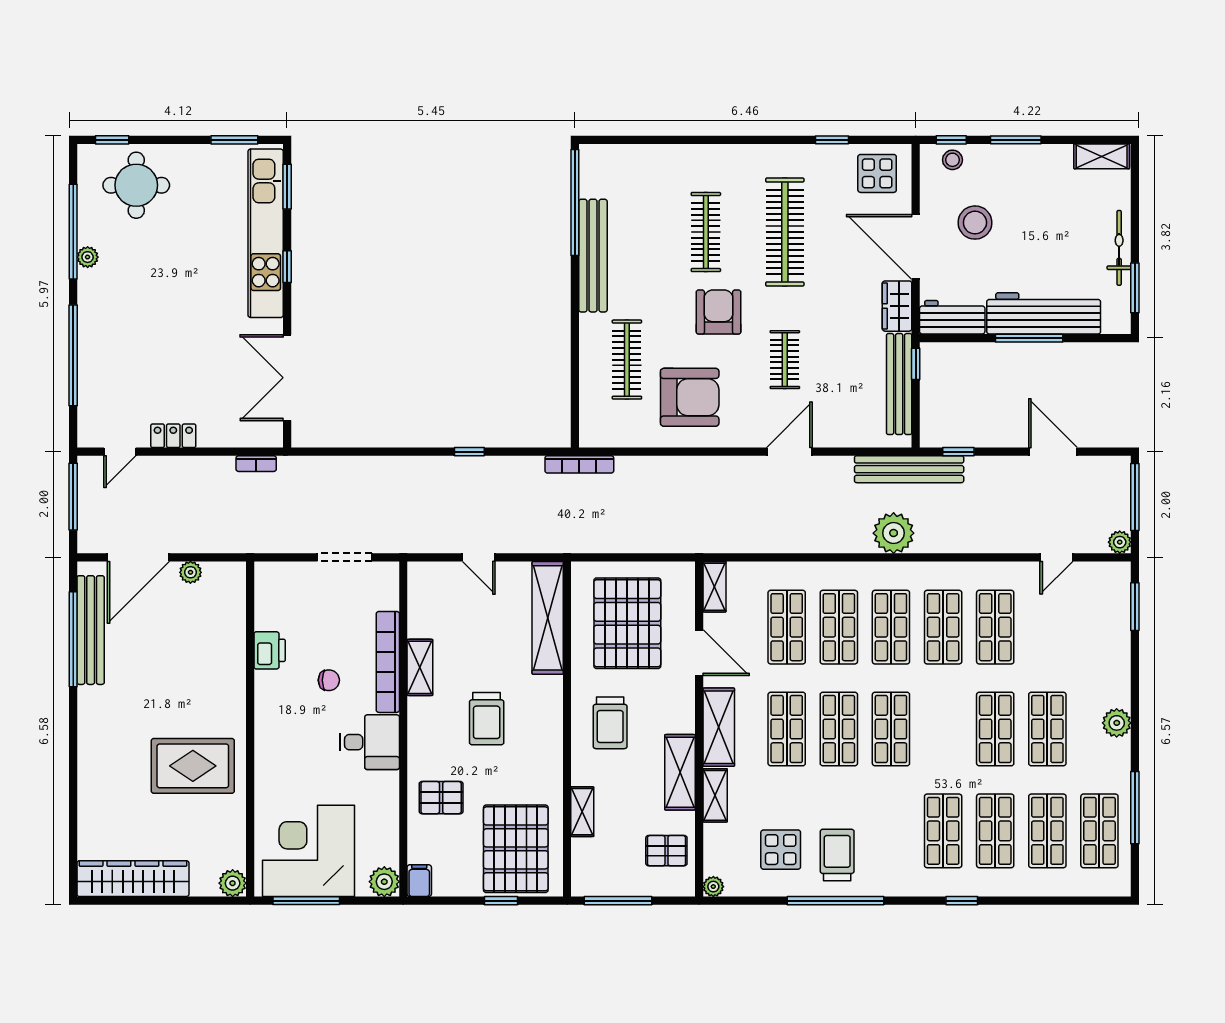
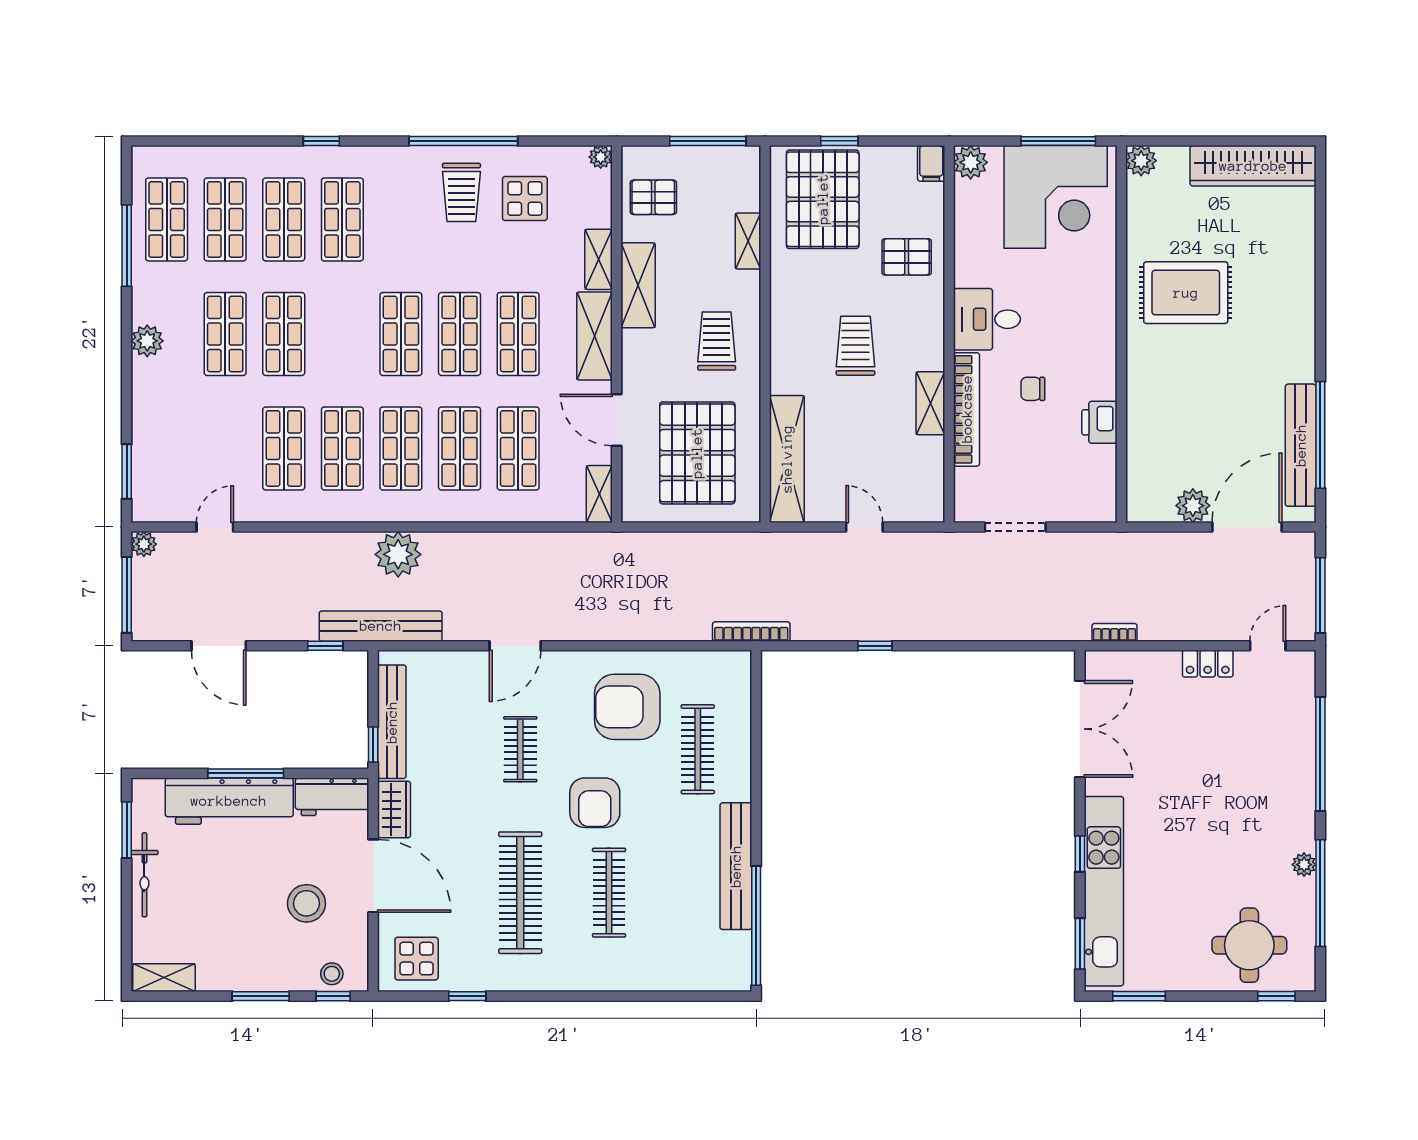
plant: (190, 572) -> (1193, 506), width x1.38, depth x1.38

